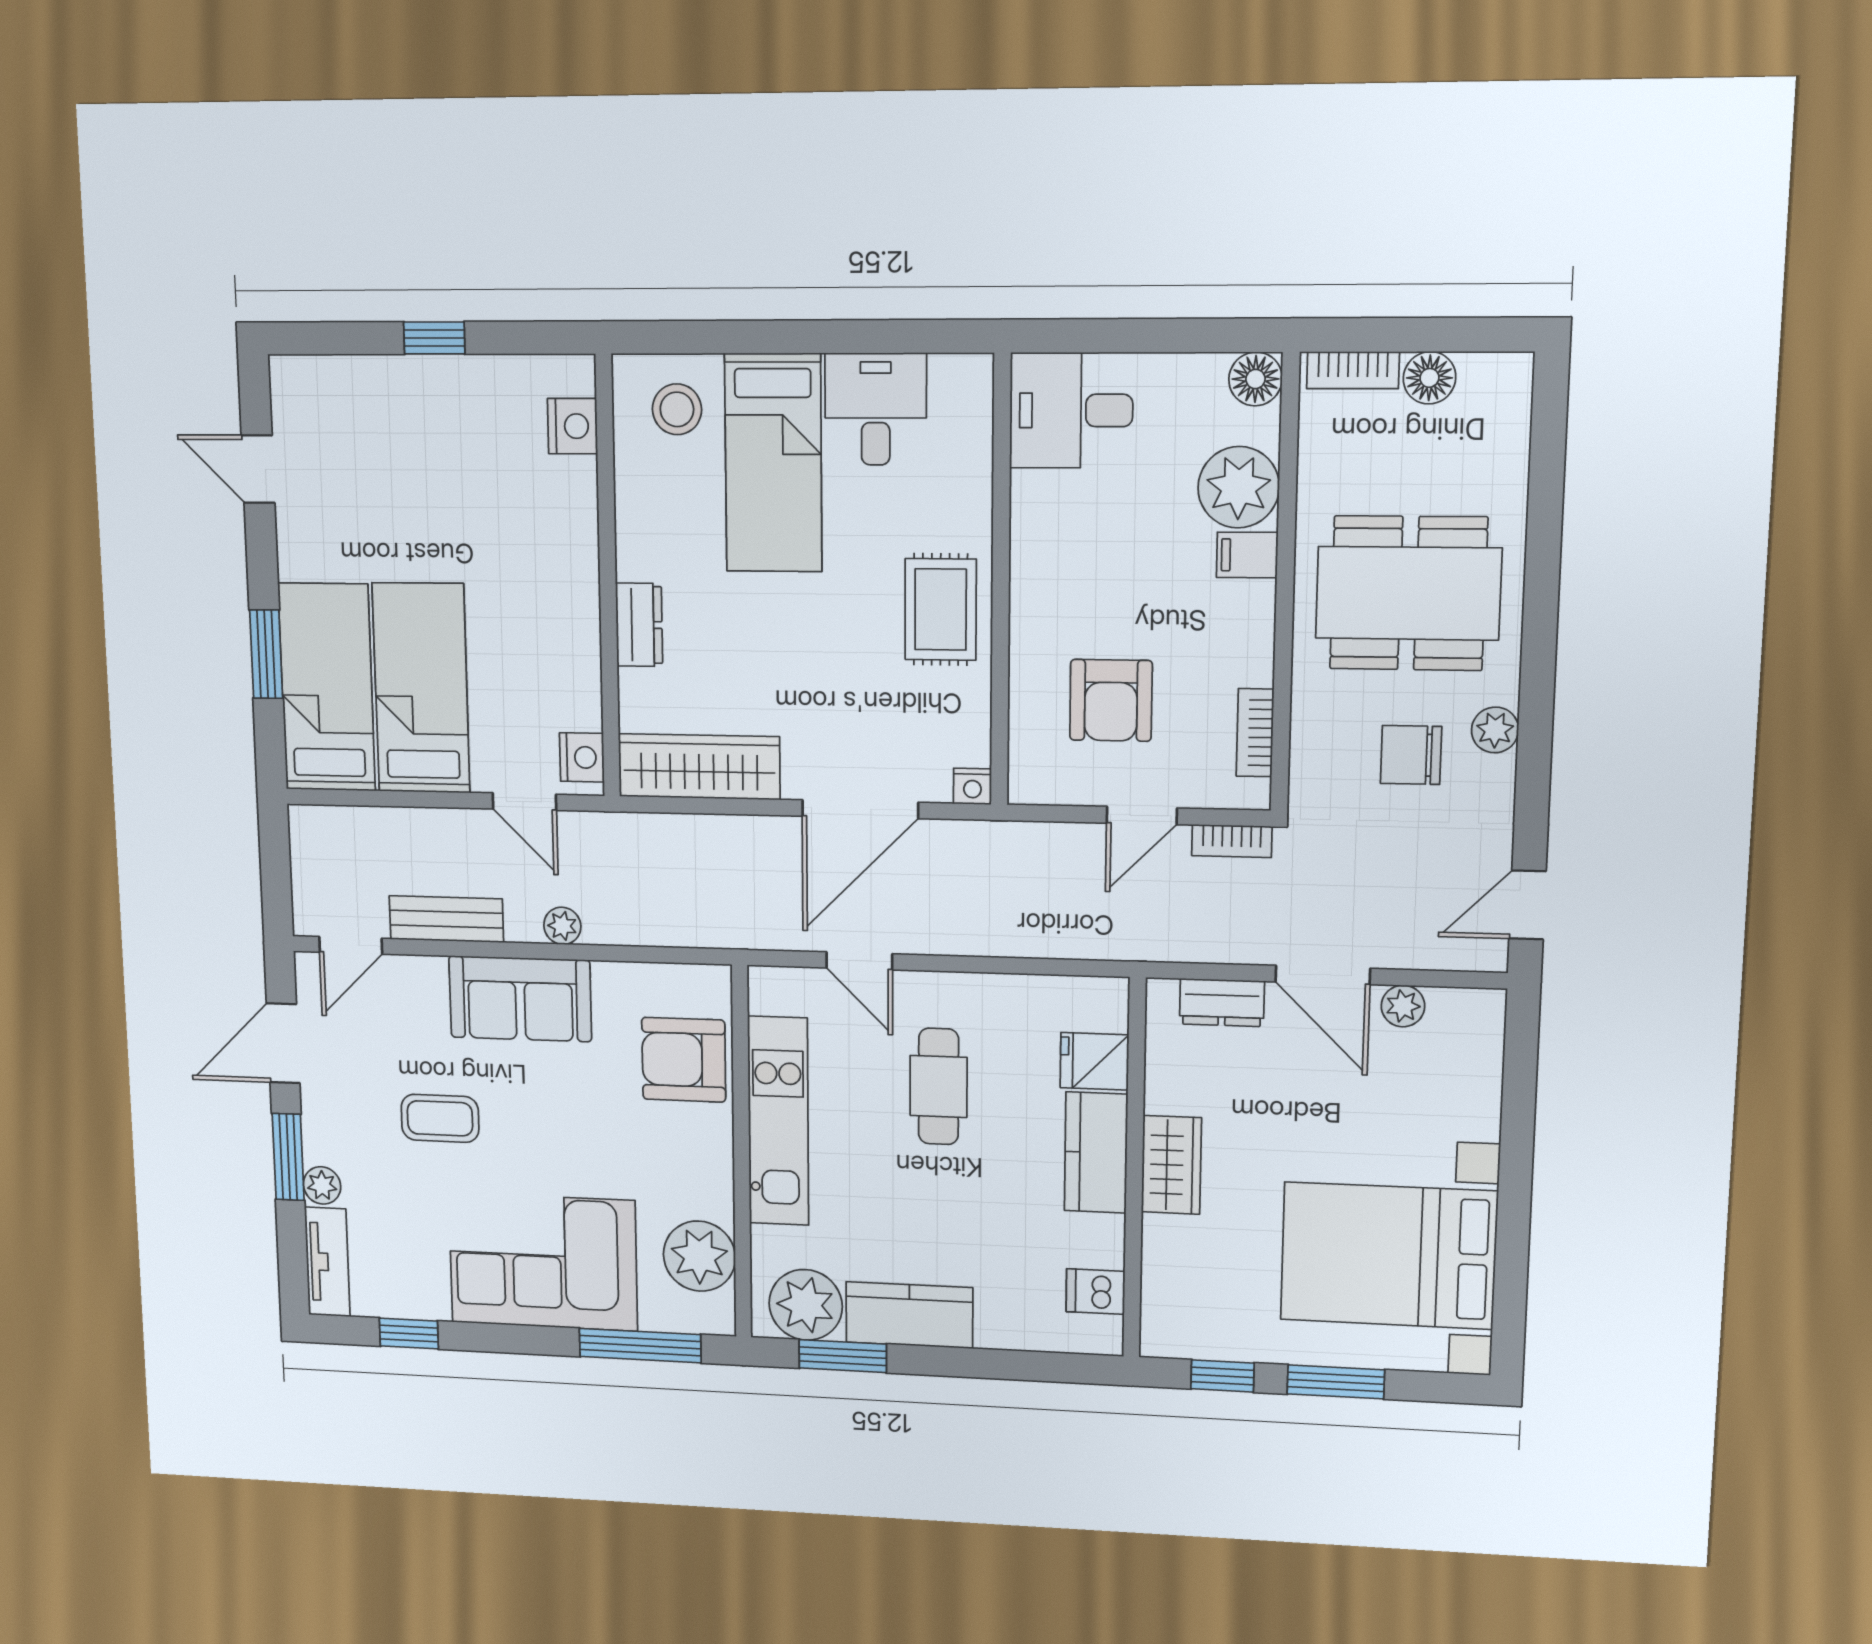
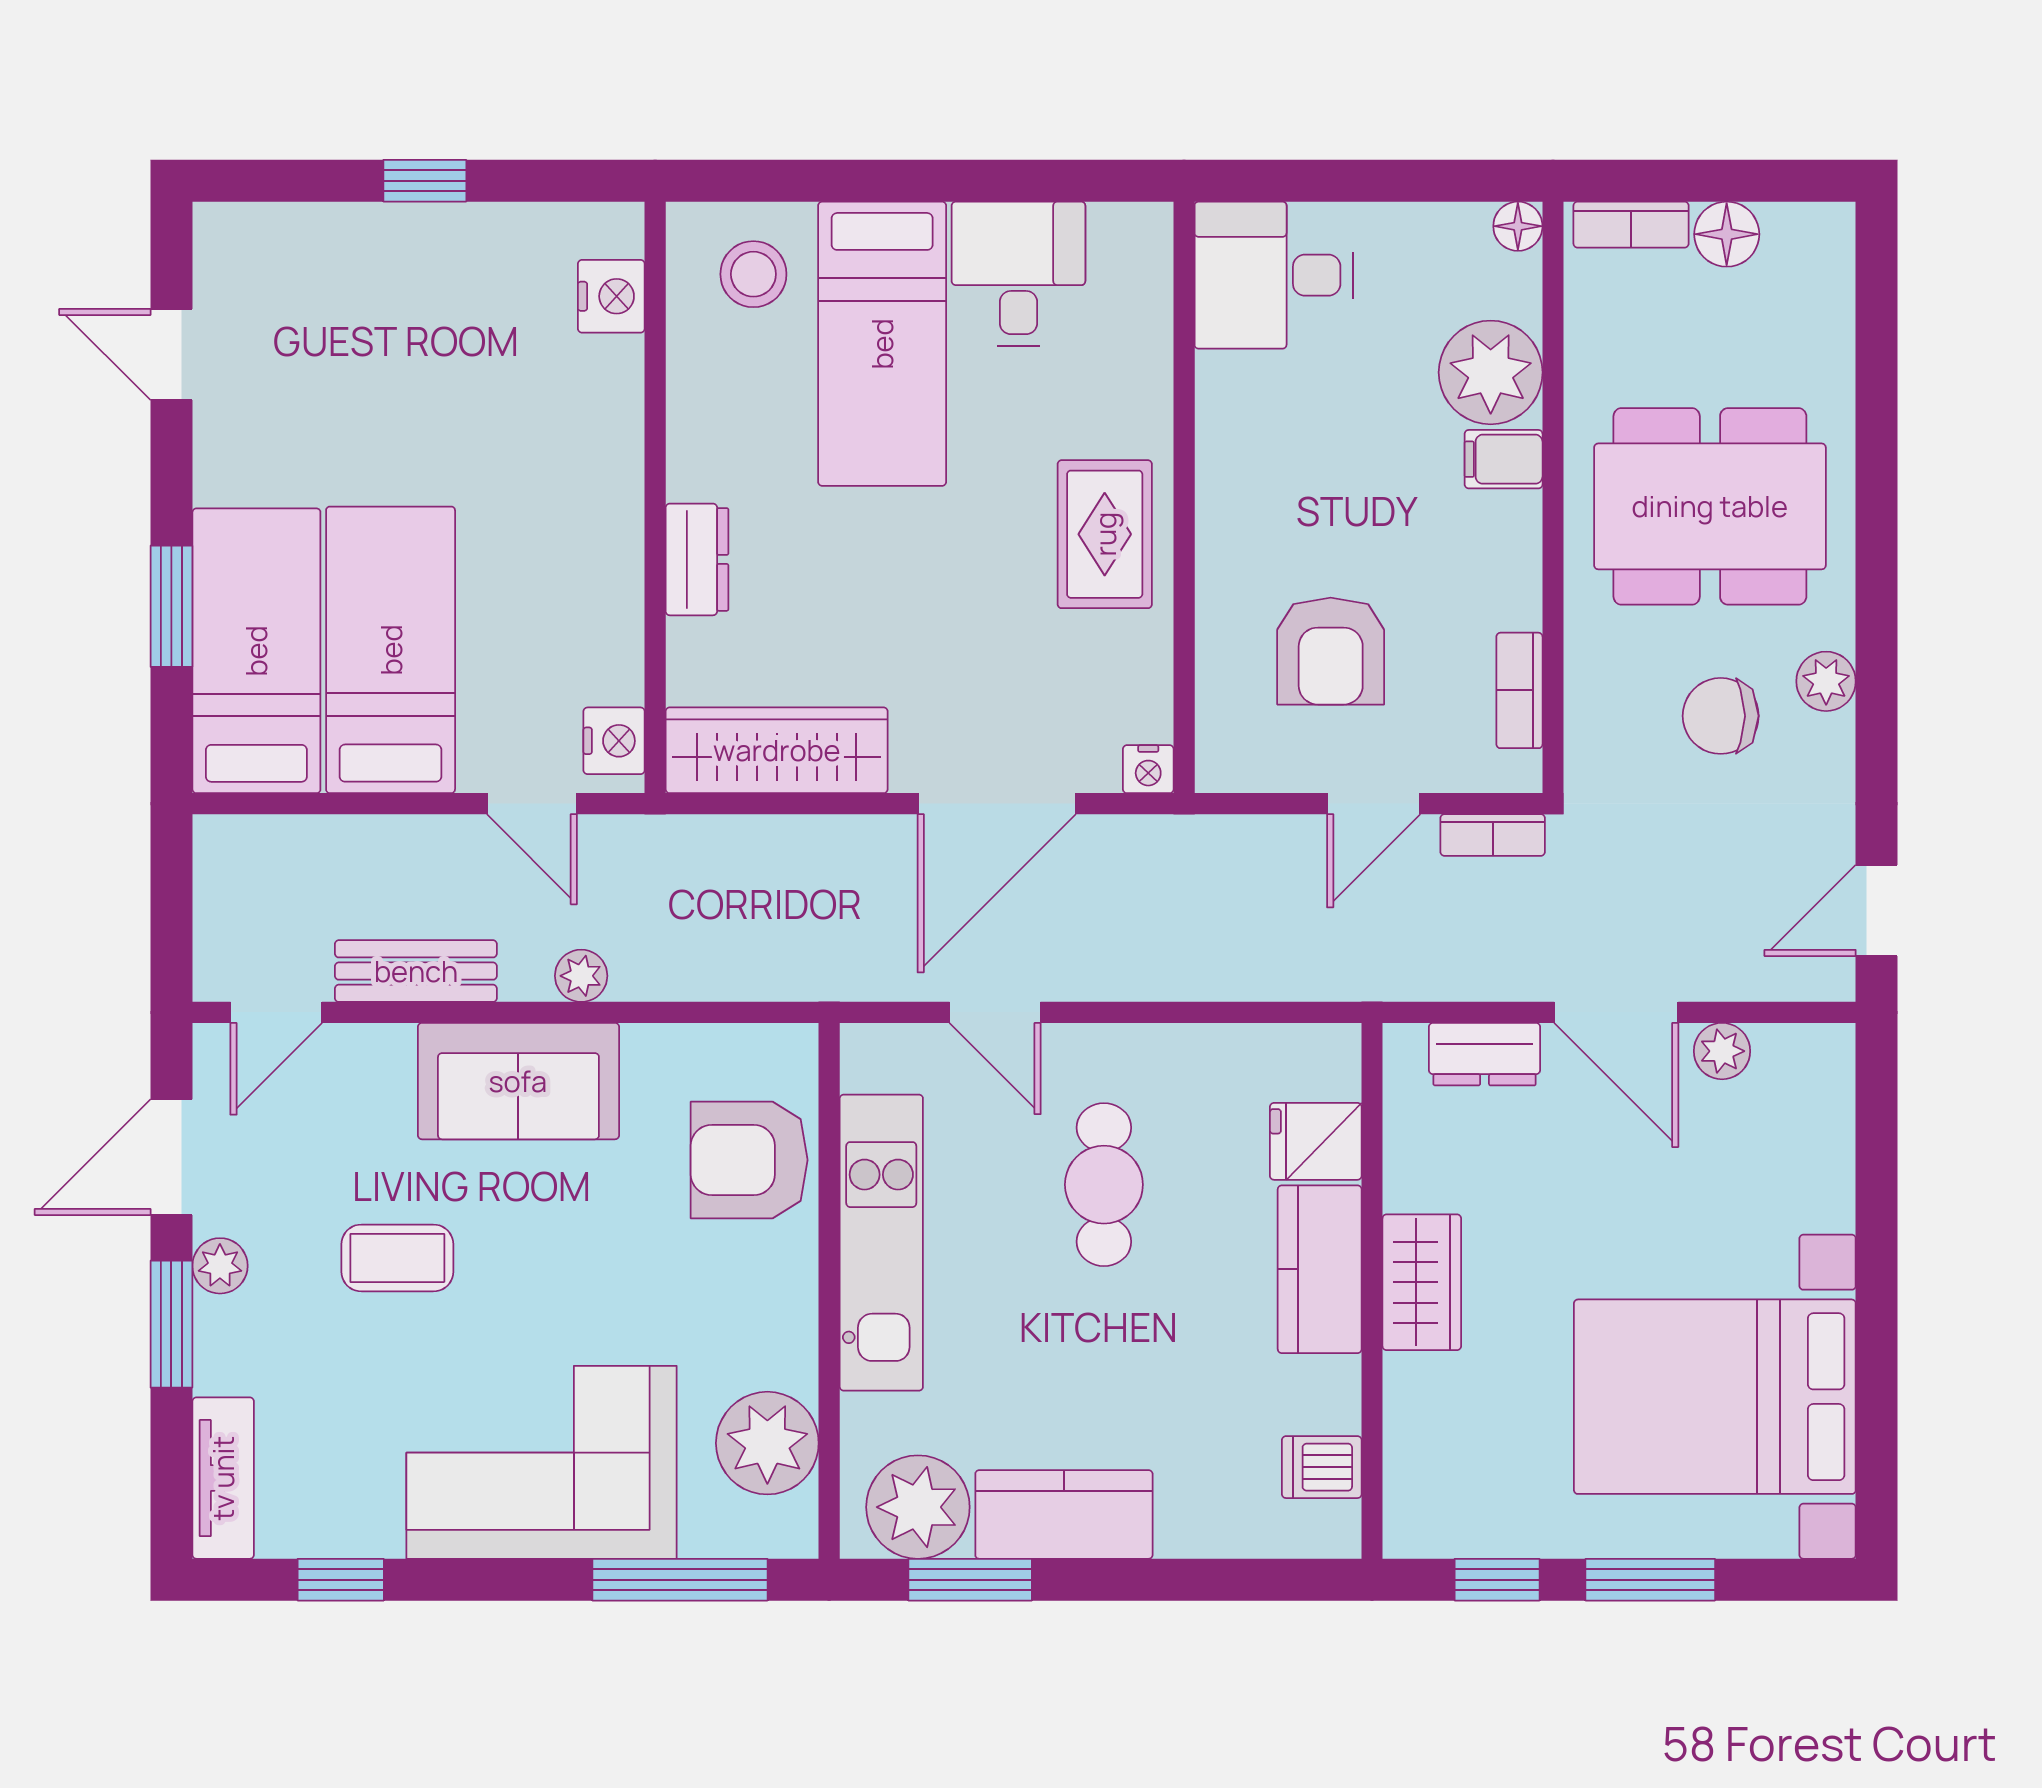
floor lamp: (1255, 379) -> (1518, 226), width x0.73, depth x0.73
plant: (322, 1185) -> (220, 1266), moved

